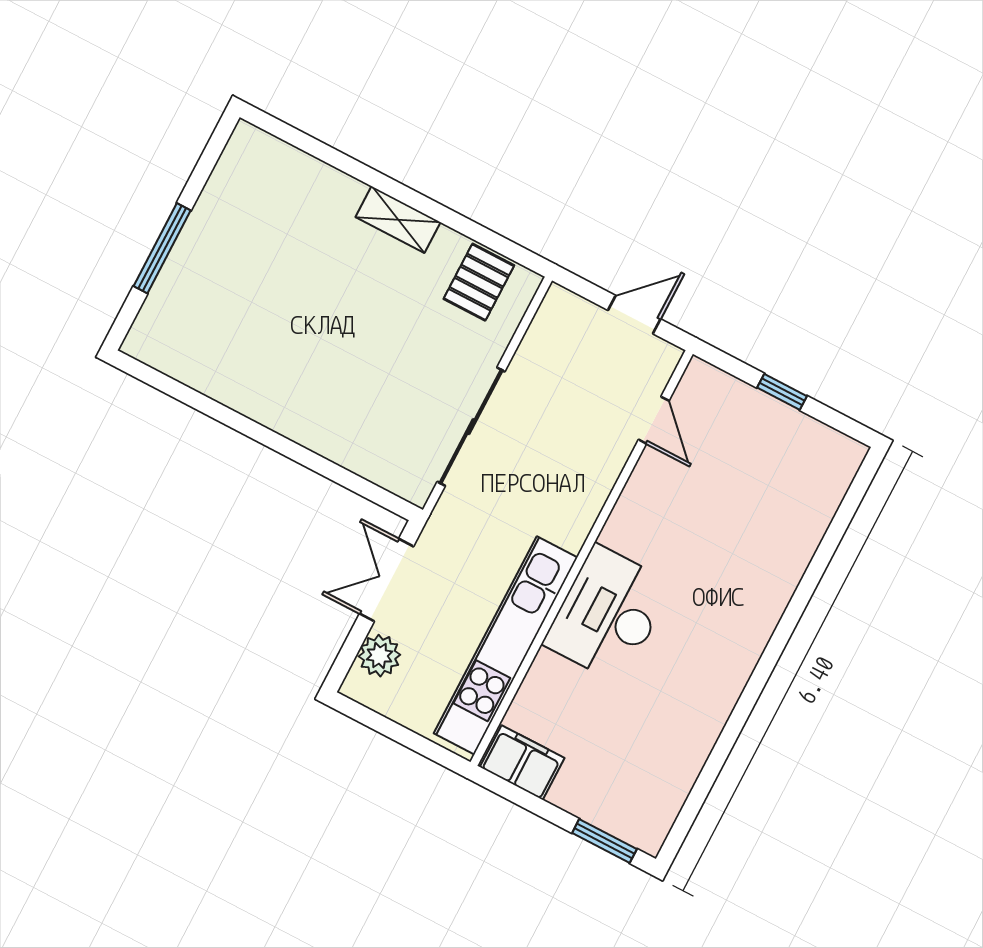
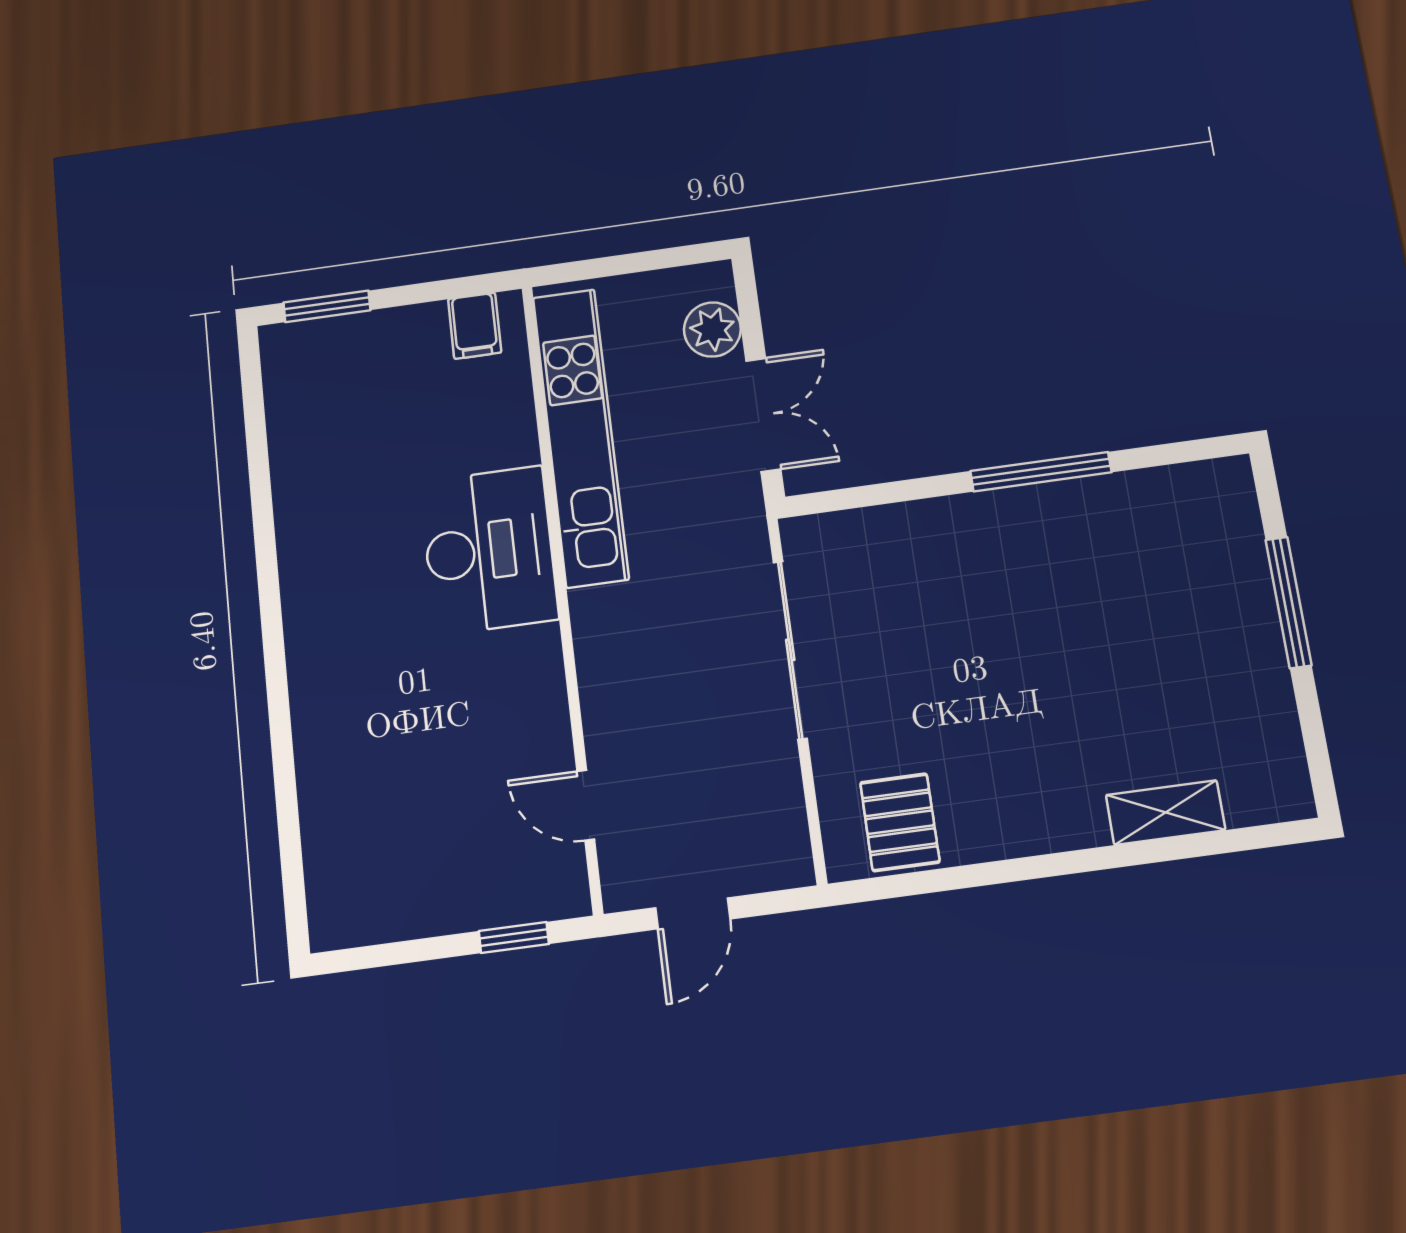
shelving: (398, 220) -> (1166, 813), moved
window: (782, 392) -> (514, 937), moved
window: (247, 427) -> (1041, 472), added
filing cabinet: (522, 763) -> (475, 326), width x0.50

